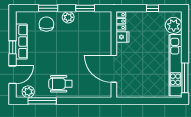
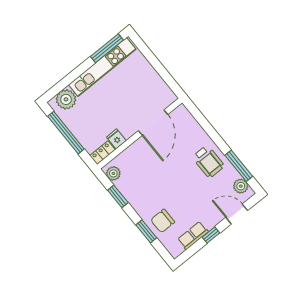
window: (152, 8) -> (66, 133), width x3.17
plant: (68, 17) -> (113, 173), moved
row of seats: (21, 42) -> (193, 235), width x0.68

